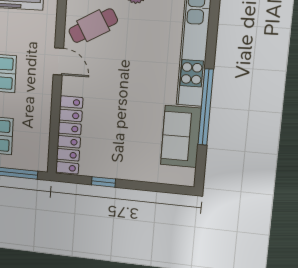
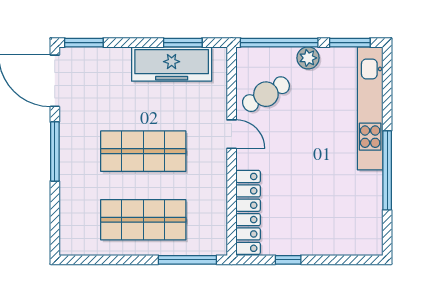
sofa: (181, 136) -> (365, 203), removed

